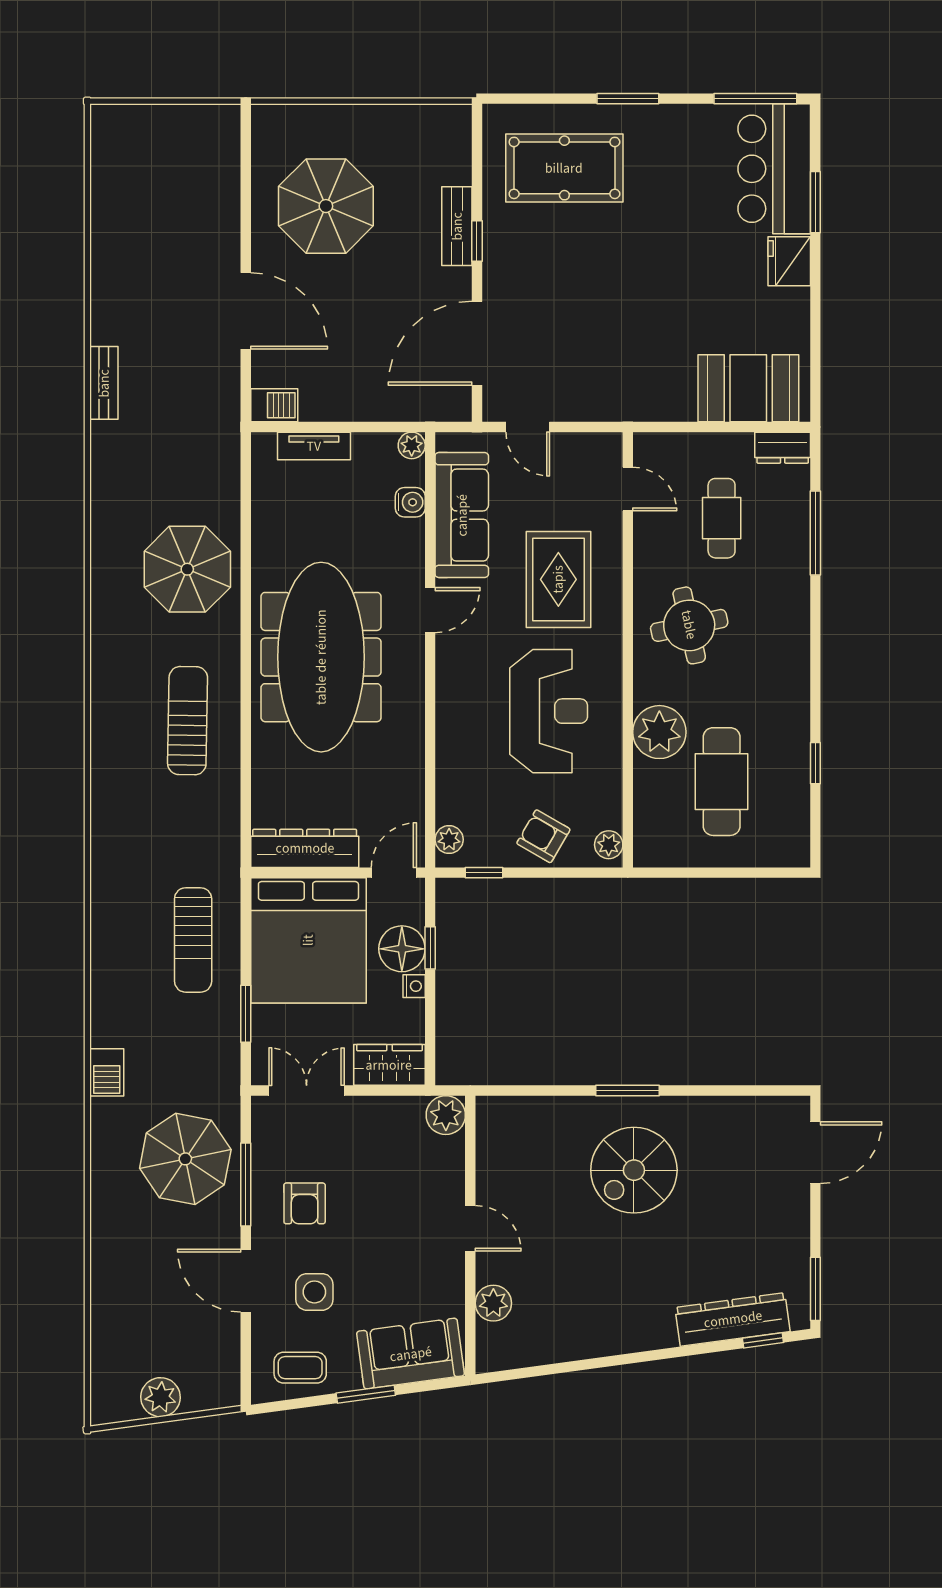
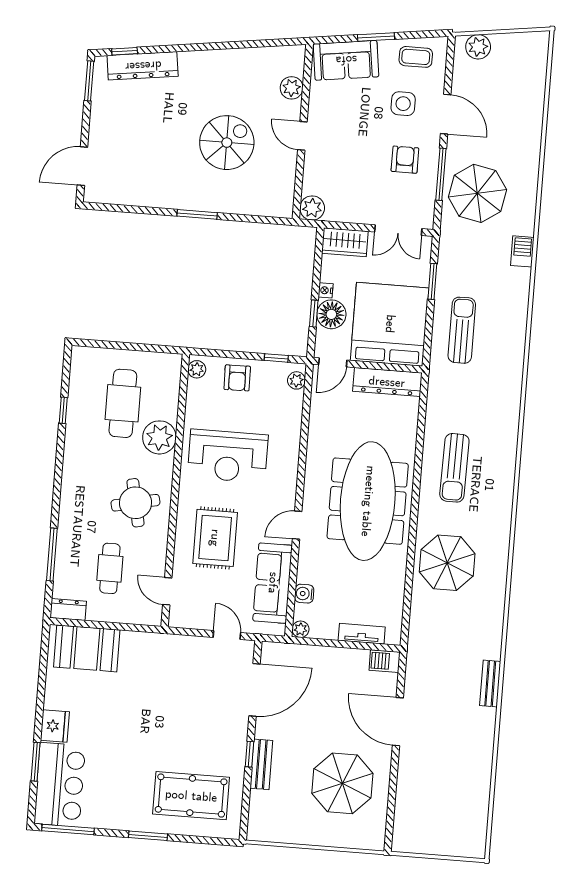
reception desk: (549, 711) -> (228, 456), turned -90
armchair: (543, 836) -> (237, 378), turned 59
spiral stairs: (634, 1170) -> (227, 143), moved
plant: (160, 1397) -> (478, 47), moved

